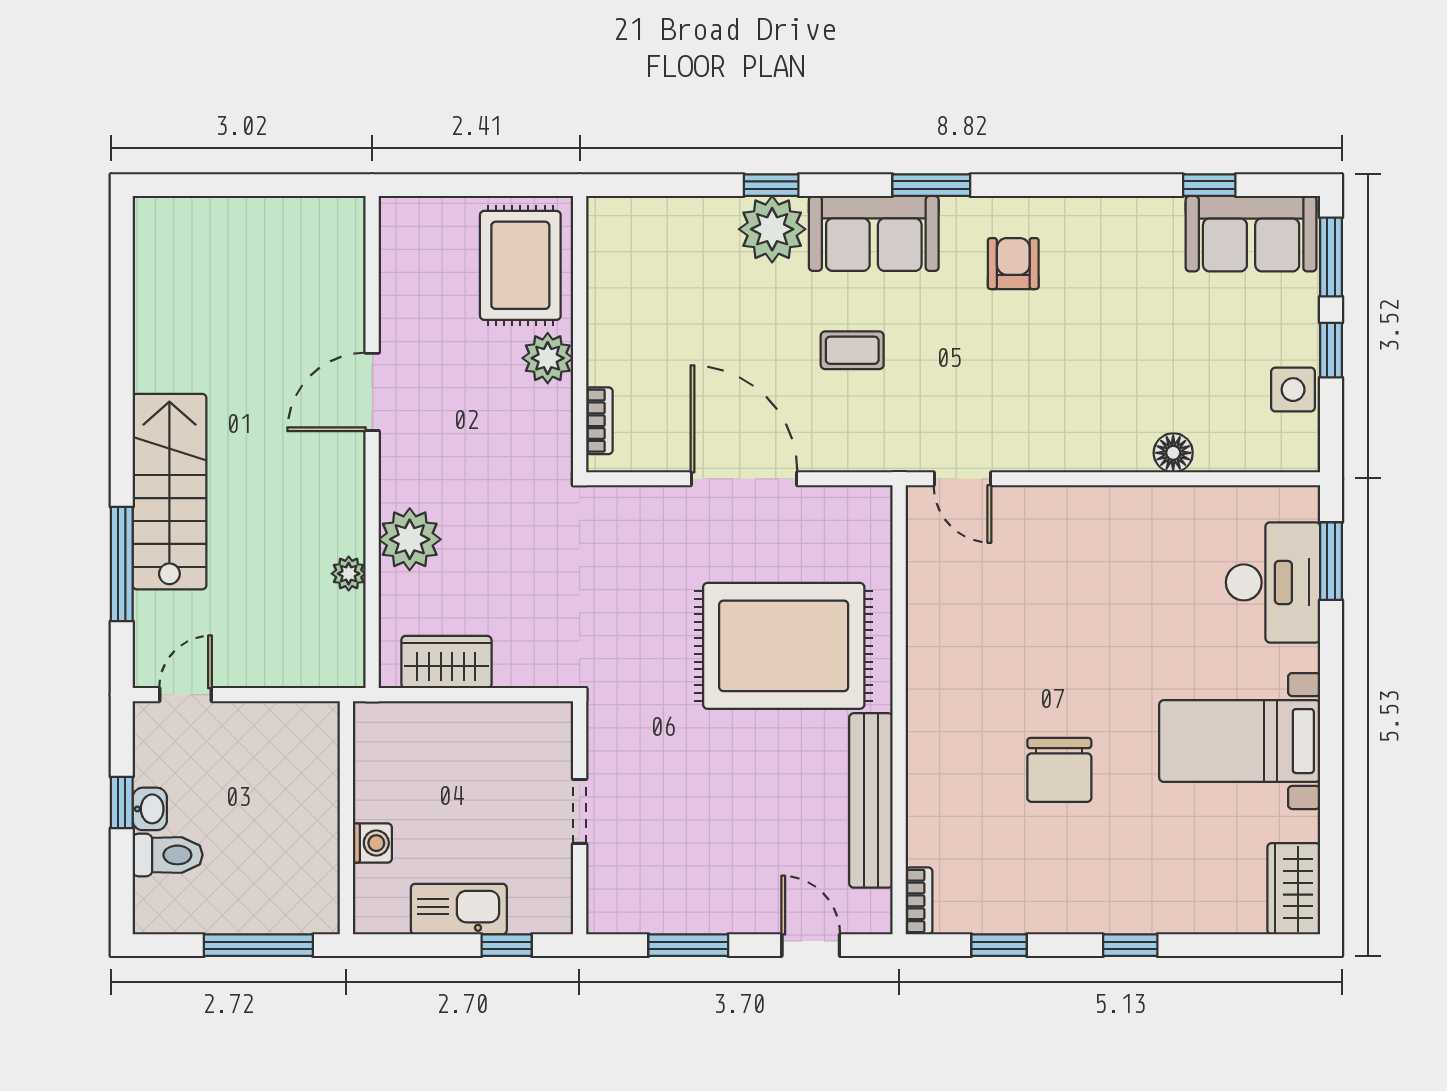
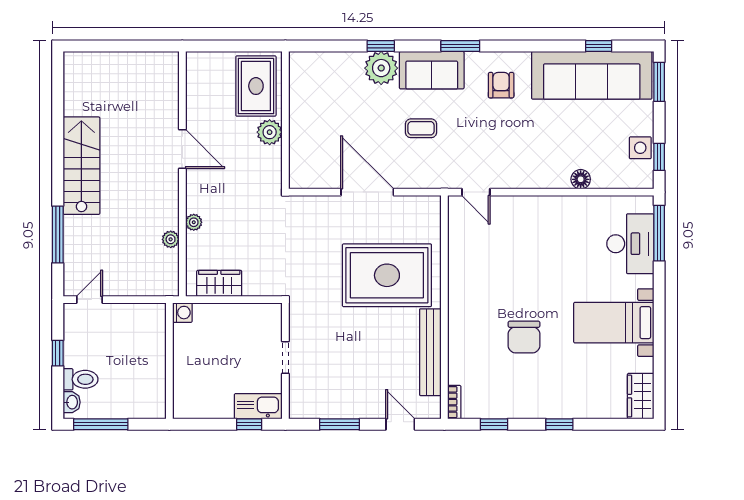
sofa: (1251, 234) -> (592, 75), width x1.85, depth x1.27
window: (1331, 350) -> (659, 157), moved
door: (372, 392) -> (182, 149), swing flipped
bookcase: (599, 421) -> (295, 163), removed
stairs: (169, 492) -> (81, 166), moved
plant: (410, 539) -> (194, 222), width x0.53, depth x0.53
window: (1331, 561) -> (659, 233), width x1.44
washbasin: (150, 809) -> (72, 402), moved
washing machine: (372, 843) -> (182, 313), moved
kitchen sink: (459, 909) -> (258, 406), moved
window: (258, 945) -> (101, 424), moved

